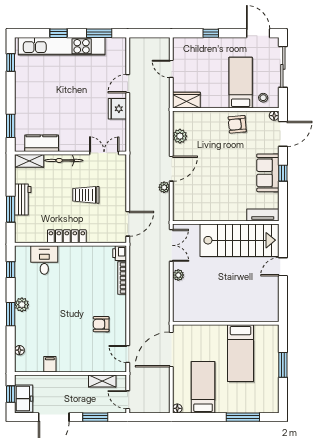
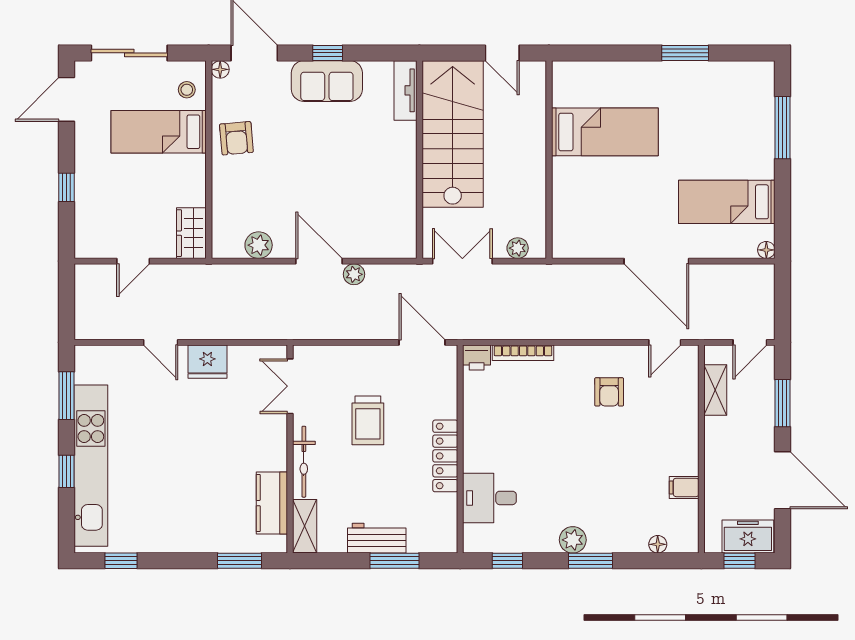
wall: (226, 323) -> (549, 160), moved
bed: (241, 353) -> (605, 132), moved

